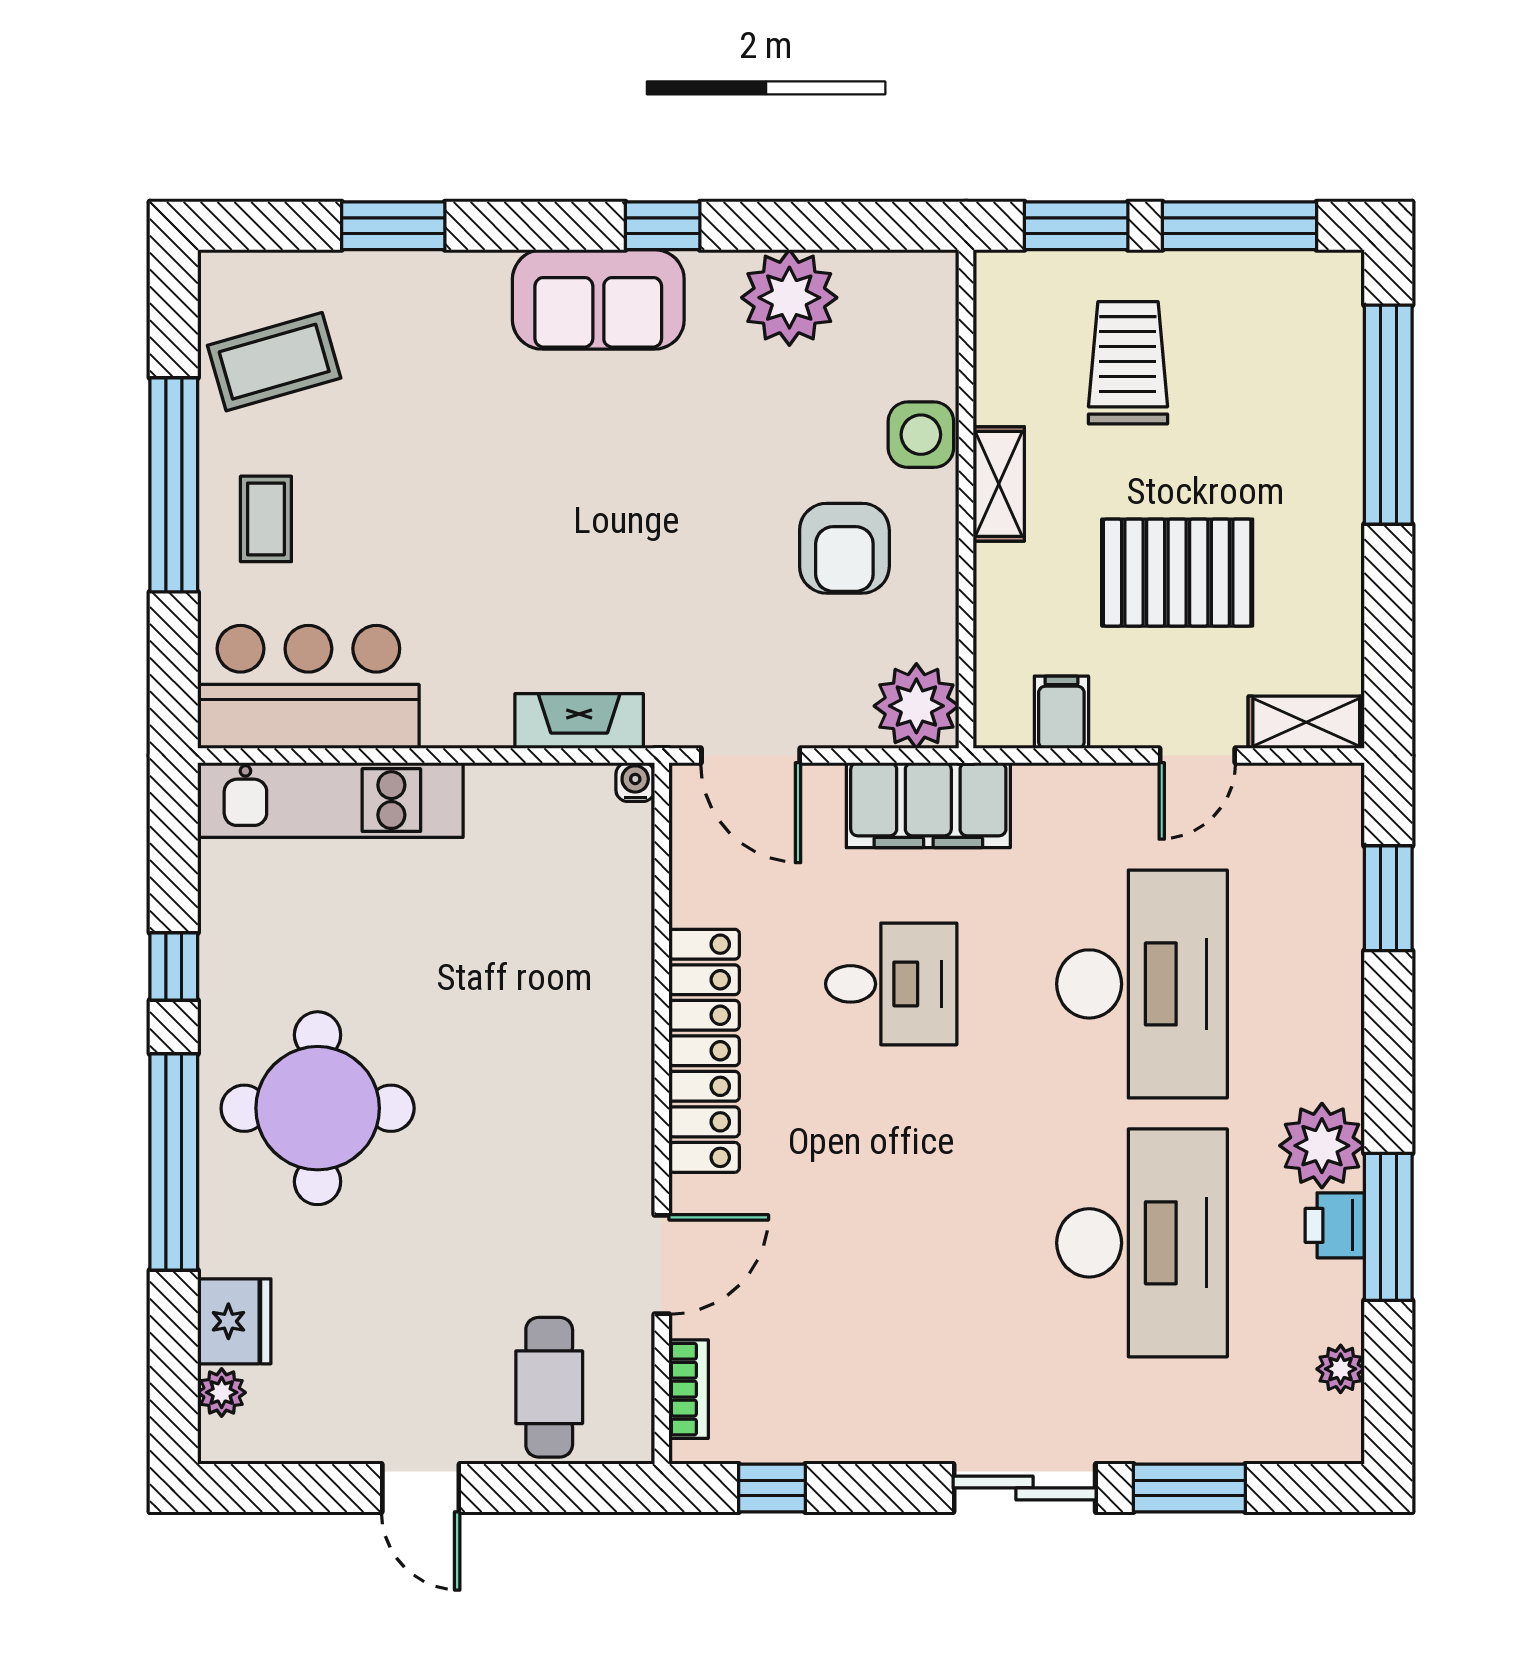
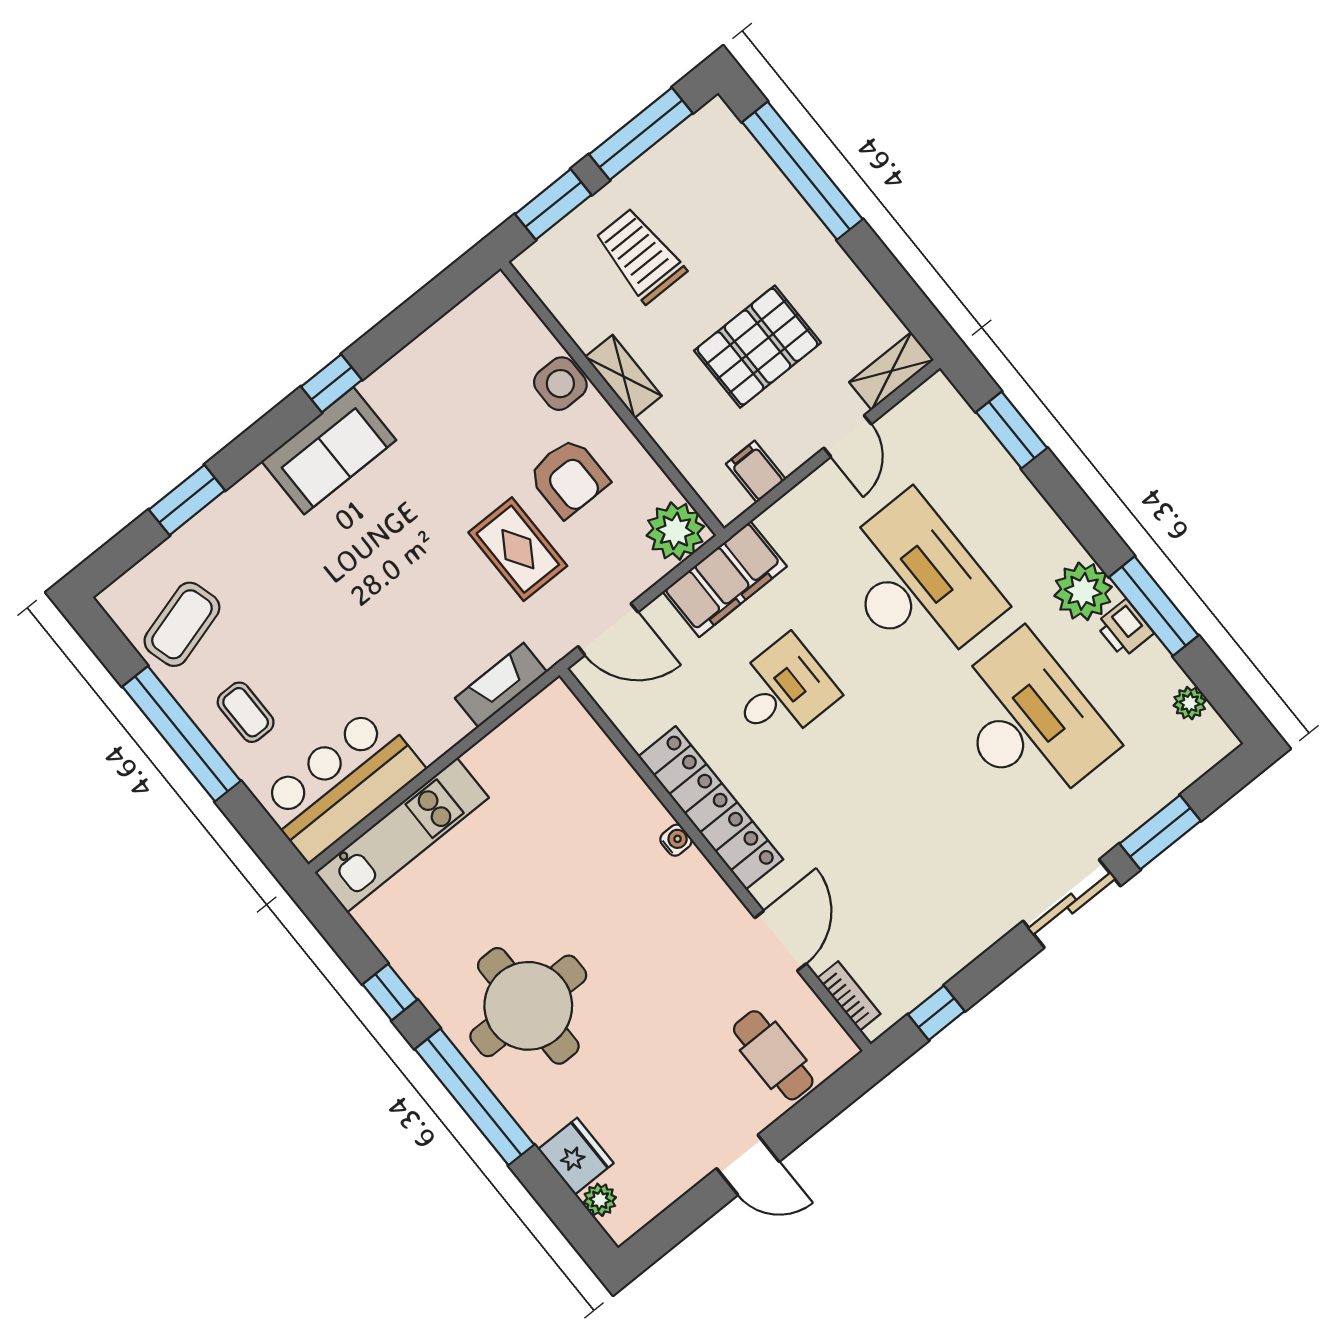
plant: (789, 298) -> (430, 367), removed
rug: (722, 583) -> (518, 549), added
water cooler: (635, 782) -> (676, 840), moved, turned 90

